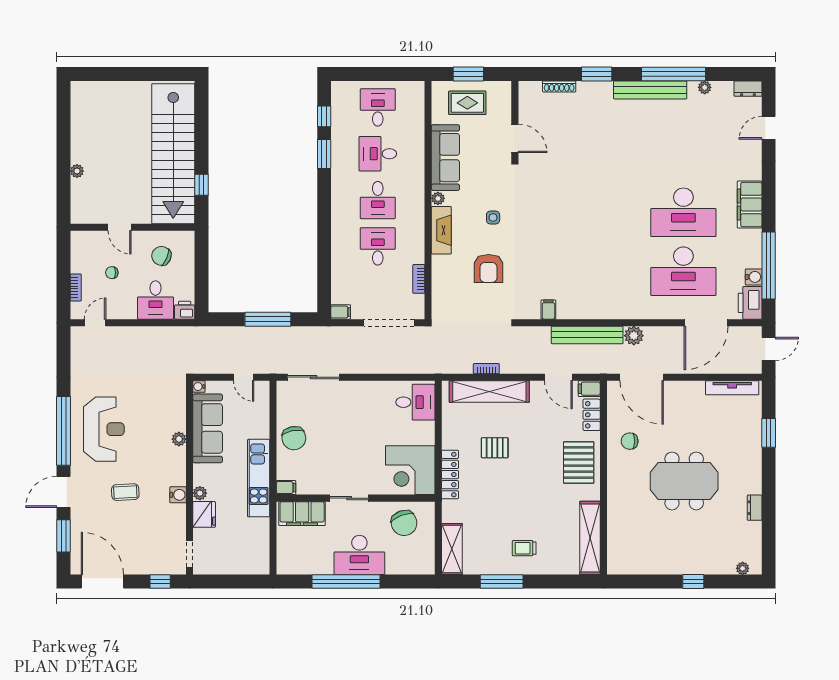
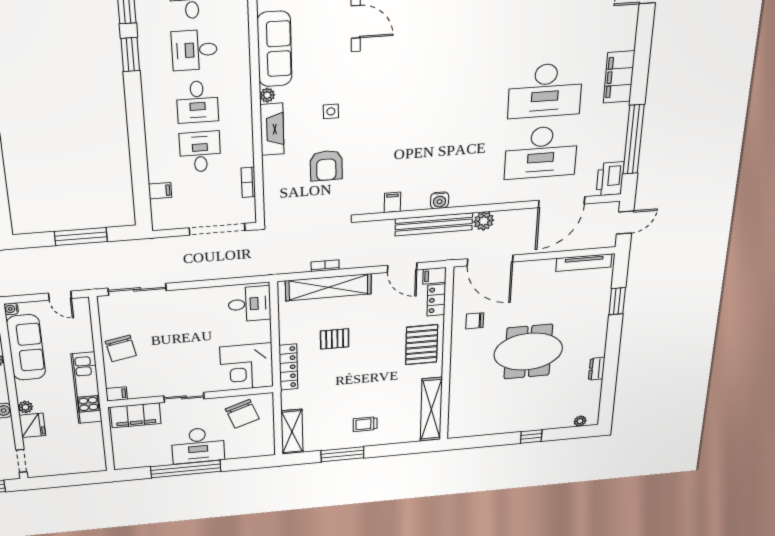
water cooler: (754, 277) -> (440, 200), moved, turned 90
filing cabinet: (341, 312) -> (160, 191), moved

